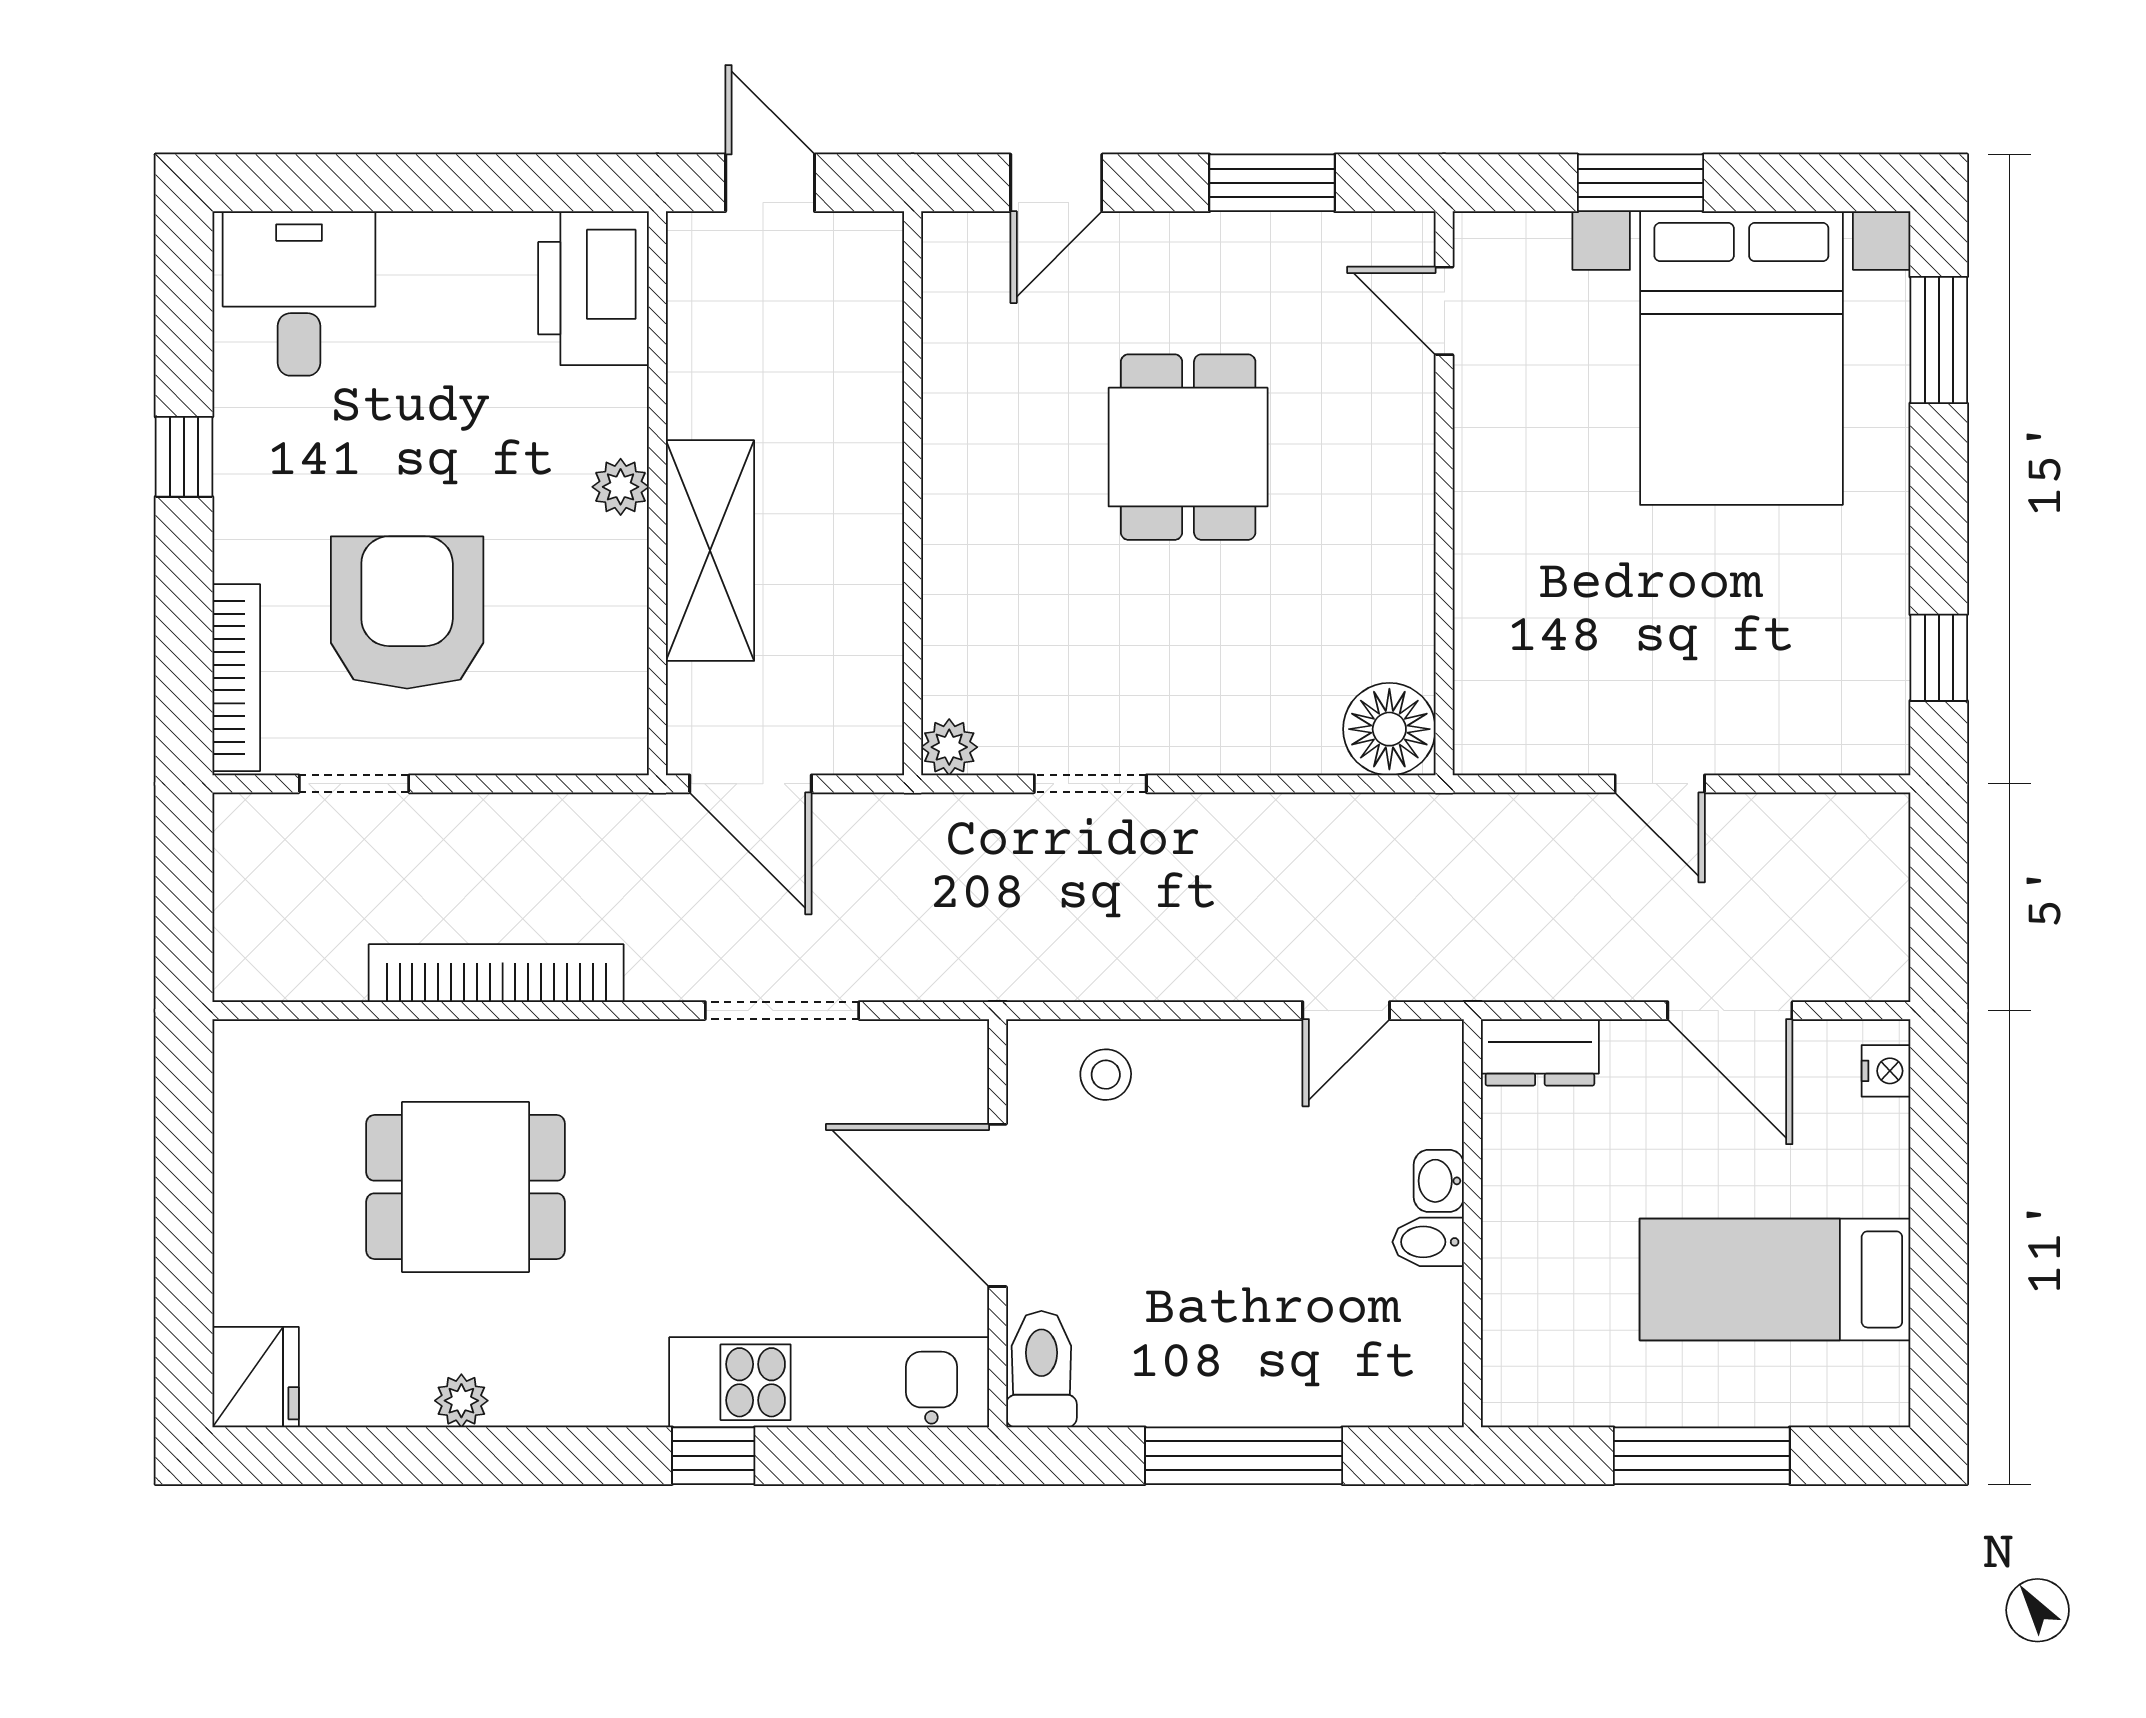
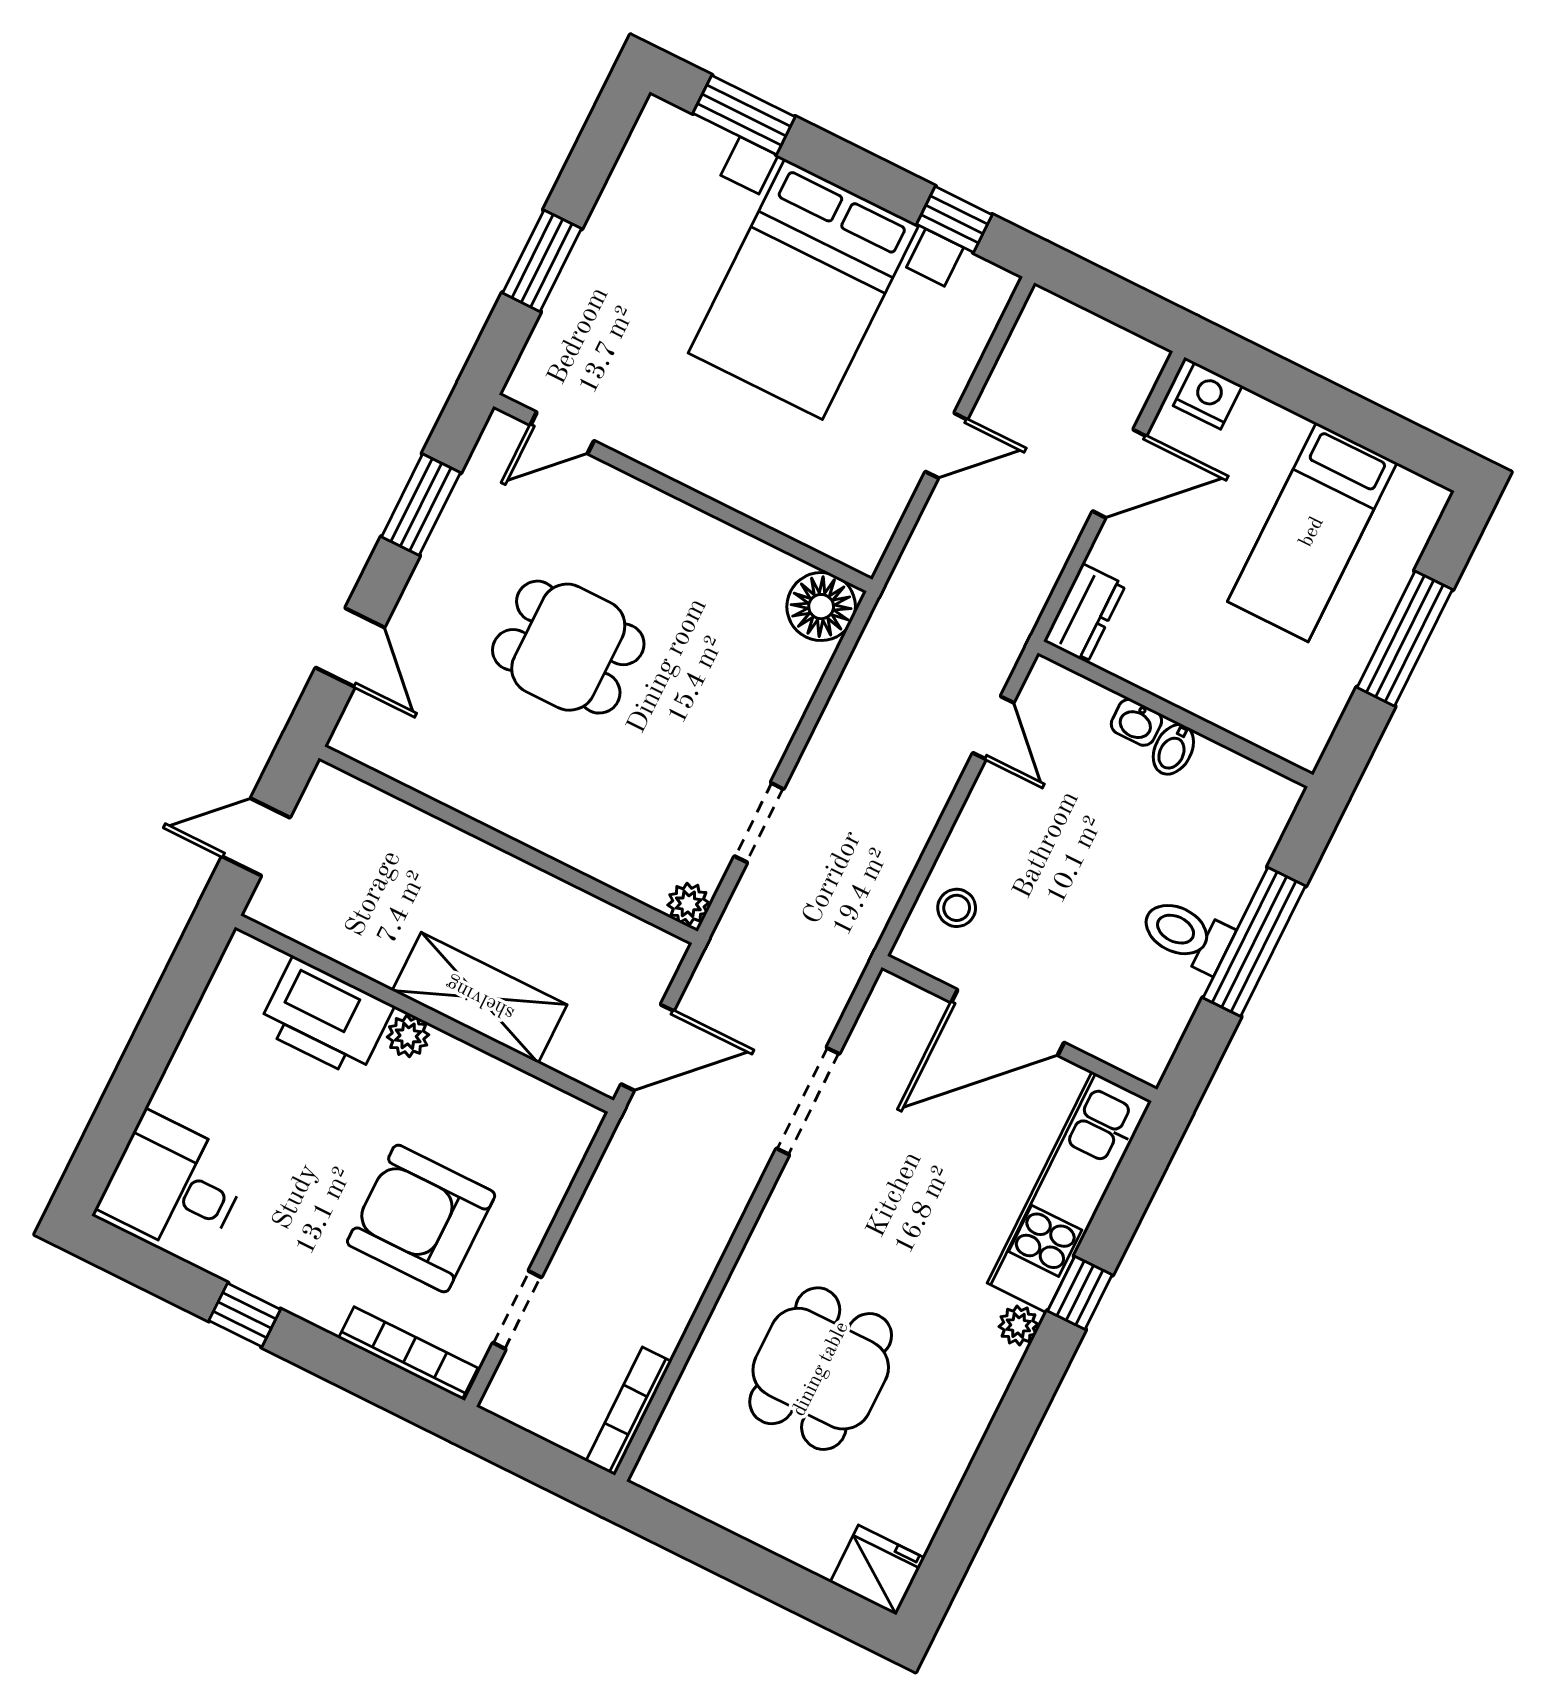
printer: (594, 288) -> (326, 1017), moved
bed with nightstands: (1741, 358) -> (804, 289), moved, turned 90
bookcase: (496, 973) -> (629, 1411), moved, width x0.68, depth x0.76
nightstand: (1886, 1071) -> (1208, 396), width x1.39, depth x1.35
toilet: (1041, 1369) -> (1186, 935), moved
plant: (461, 1401) -> (1018, 1325), moved

